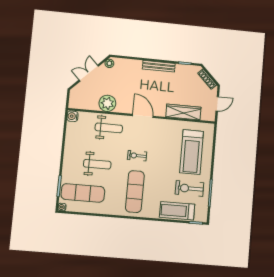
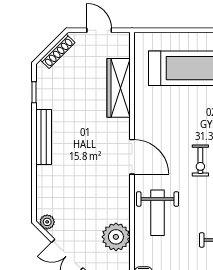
plant: (107, 103) -> (116, 237), moved
door: (143, 116) -> (132, 157), swing flipped
weight bench: (109, 128) -> (158, 213), turned 180

